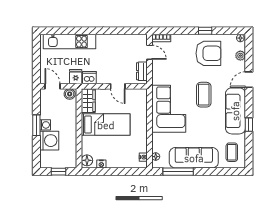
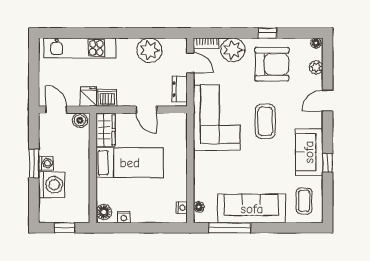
plant: (120, 43) -> (149, 50), added
plant: (180, 43) -> (233, 50), added
corner sofa: (169, 109) -> (217, 118), moved
sofa: (235, 111) -> (309, 152), width x0.73

